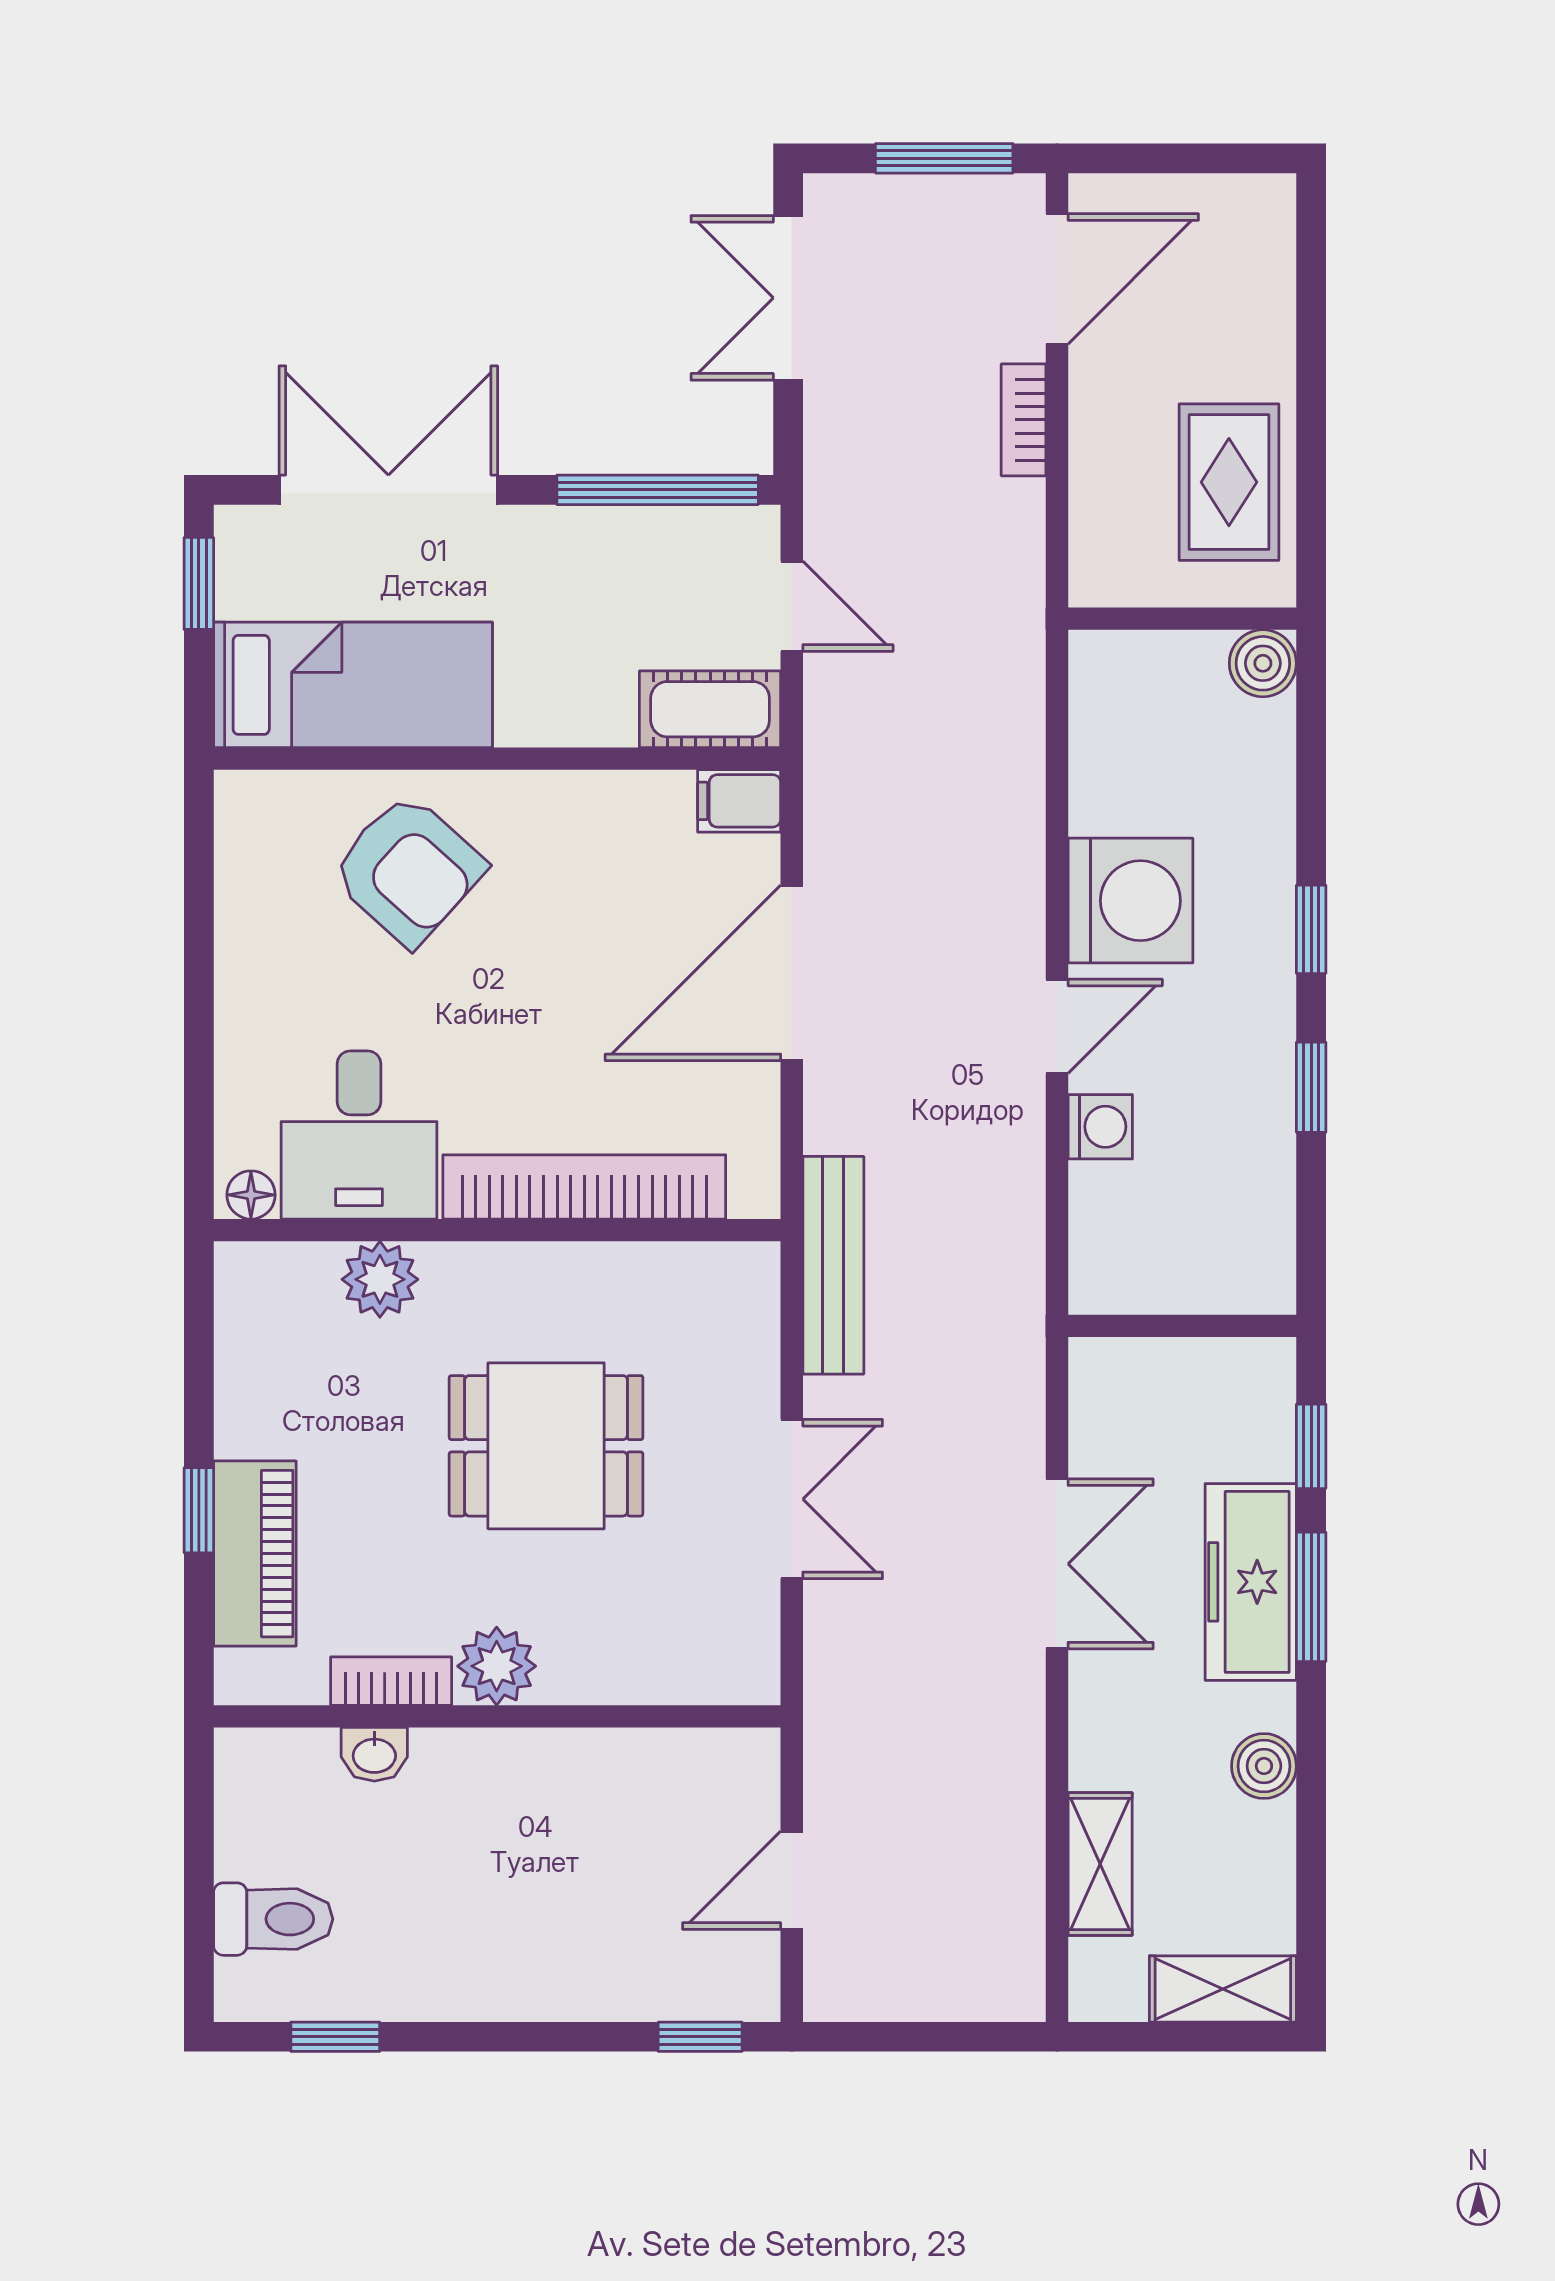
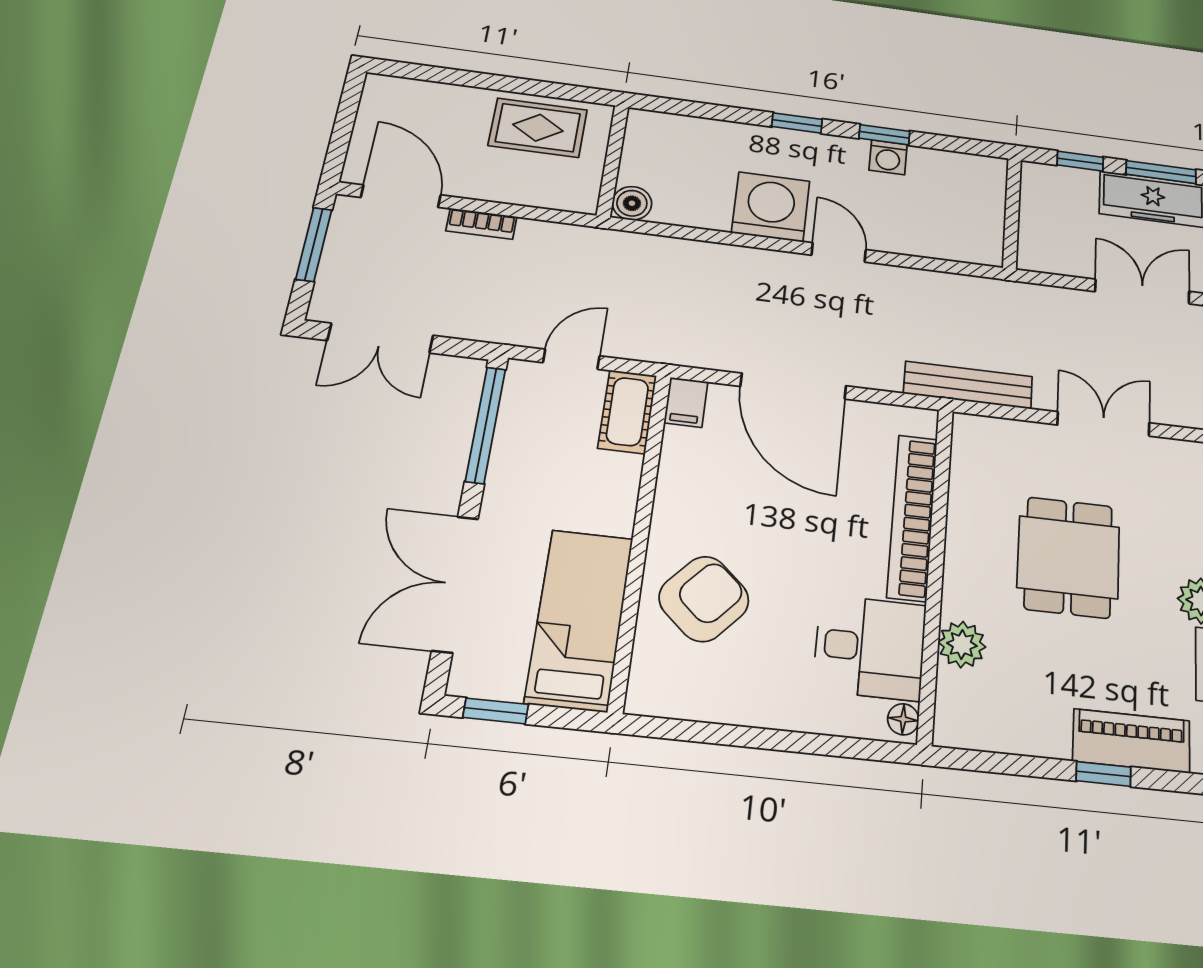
boiler: (1263, 663) -> (632, 203), moved
washing machine: (1100, 1127) -> (888, 157), moved, turned 180

